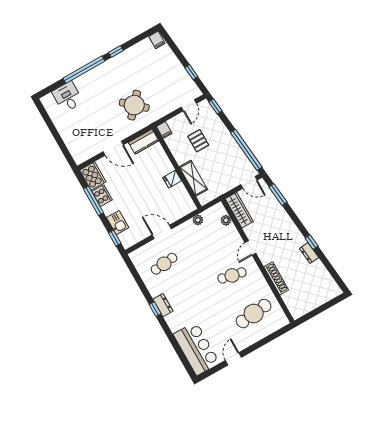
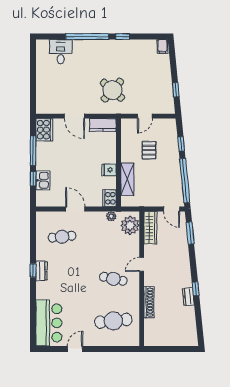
door: (189, 105) -> (145, 116), moved
window: (215, 106) -> (181, 144), moved
filing cabinet: (164, 130) -> (126, 125), removed
cooker: (102, 196) -> (110, 198), moved, turned 180
plant: (226, 220) -> (130, 225), width x1.88, depth x1.88
window: (115, 238) -> (33, 179), moved

